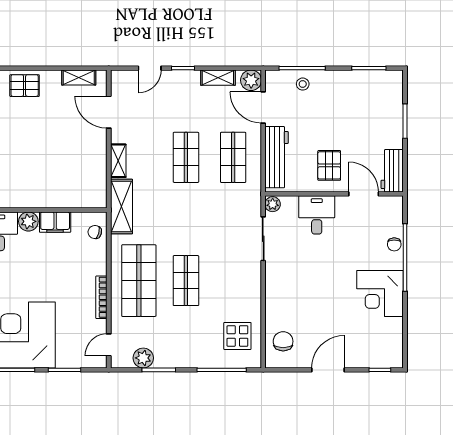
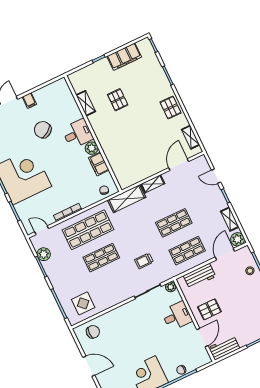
workbench: (277, 157) -> (199, 276), width x0.73
trolley: (219, 224) -> (144, 261), added

